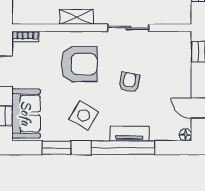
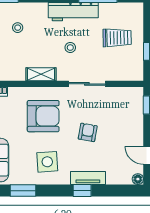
side table: (84, 115) -> (47, 162), turned -35
window: (123, 148) -> (82, 191), width x0.32

